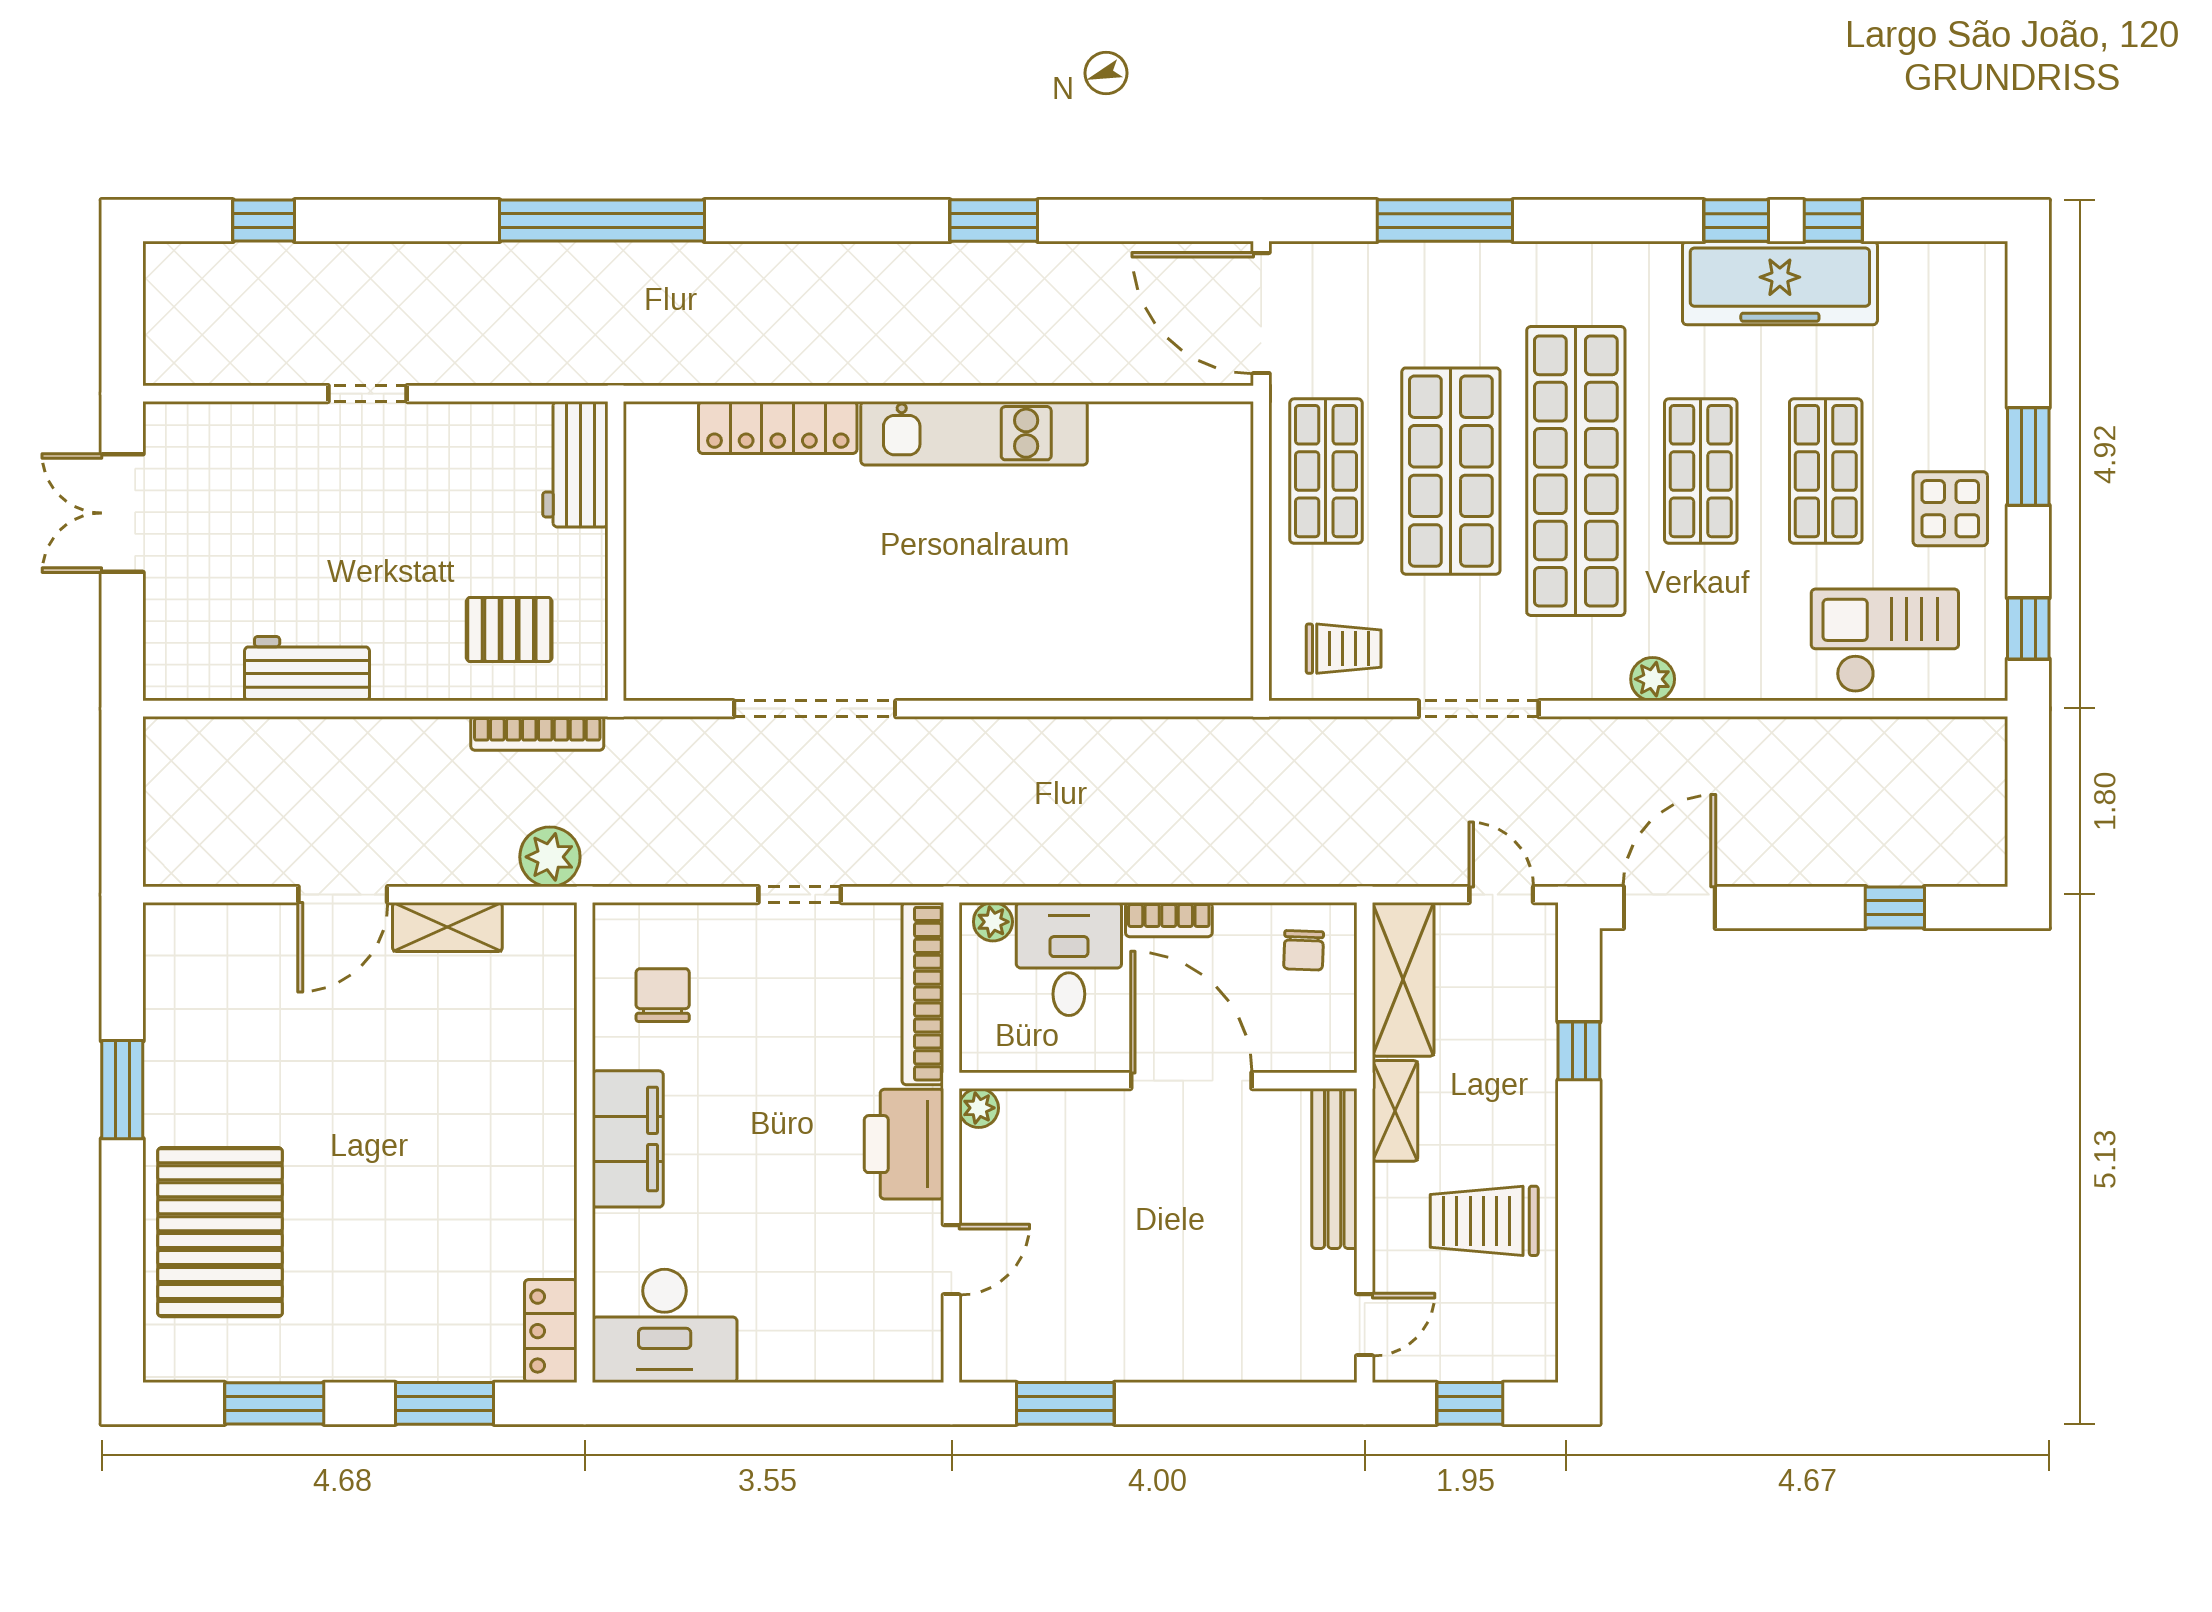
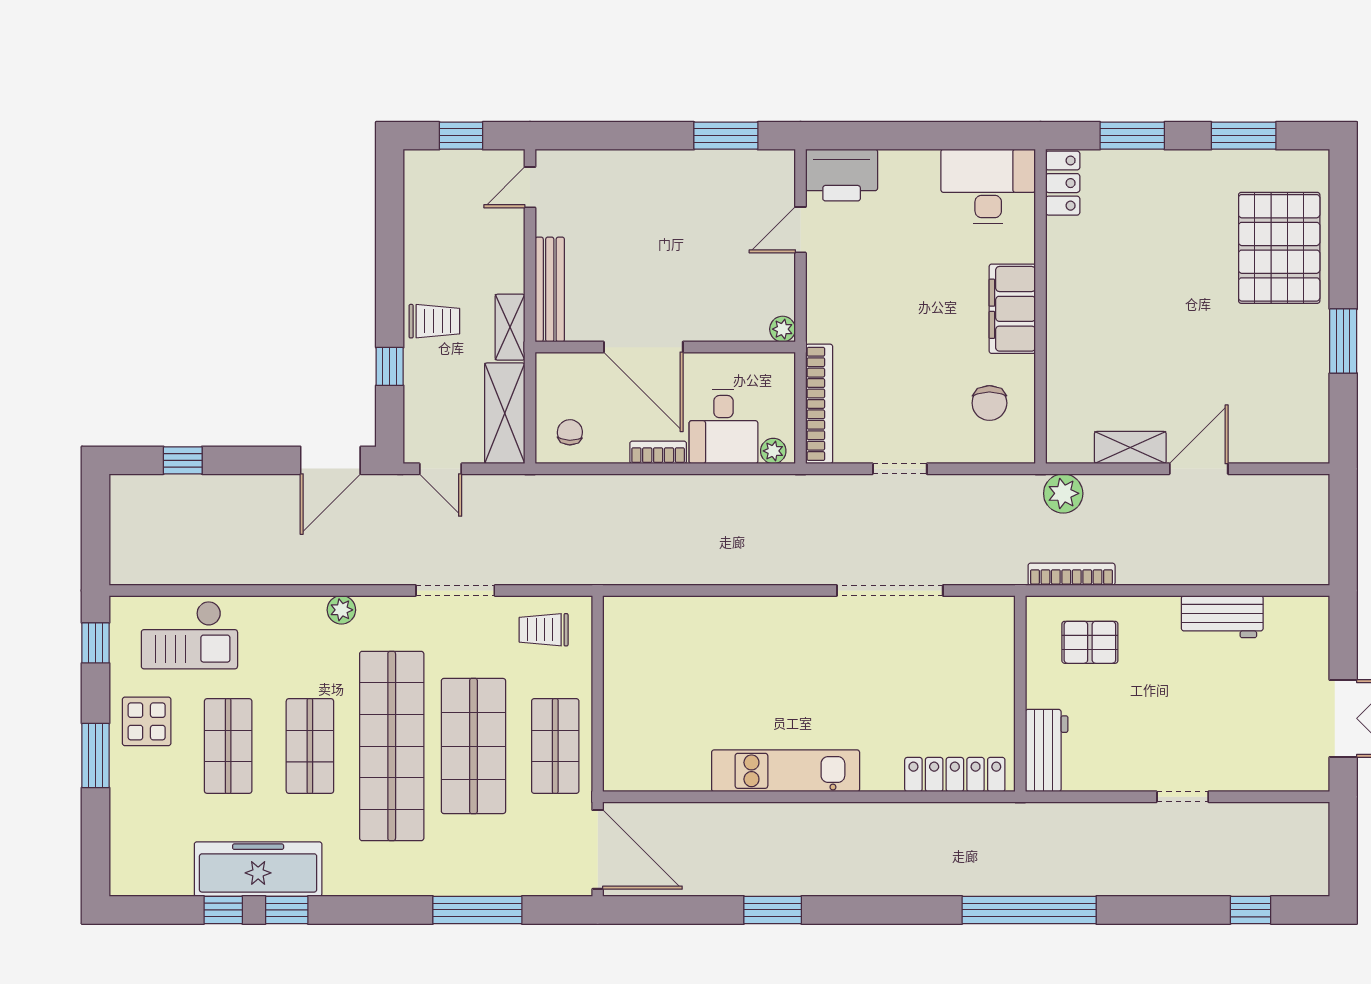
locker: (778, 428) -> (955, 775), moved
printer: (904, 1144) -> (842, 175), moved, turned 90
trolley: (1484, 1221) -> (434, 321), moved, width x0.73, depth x0.72

